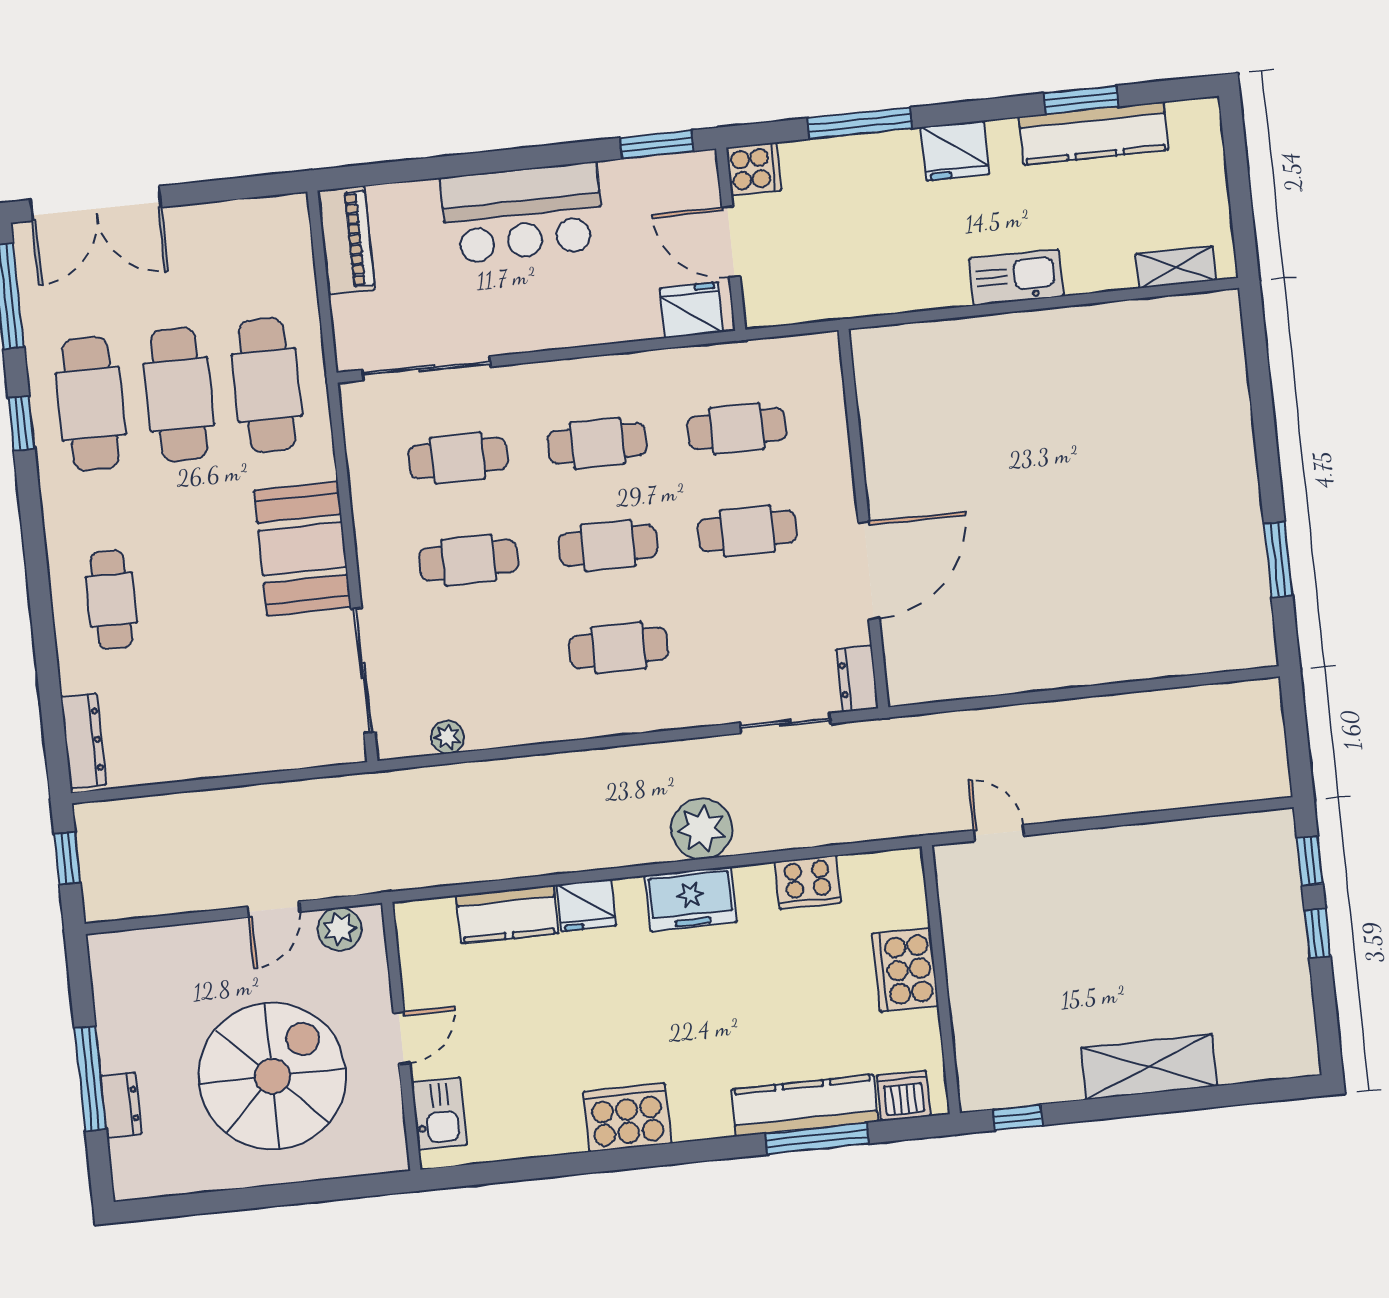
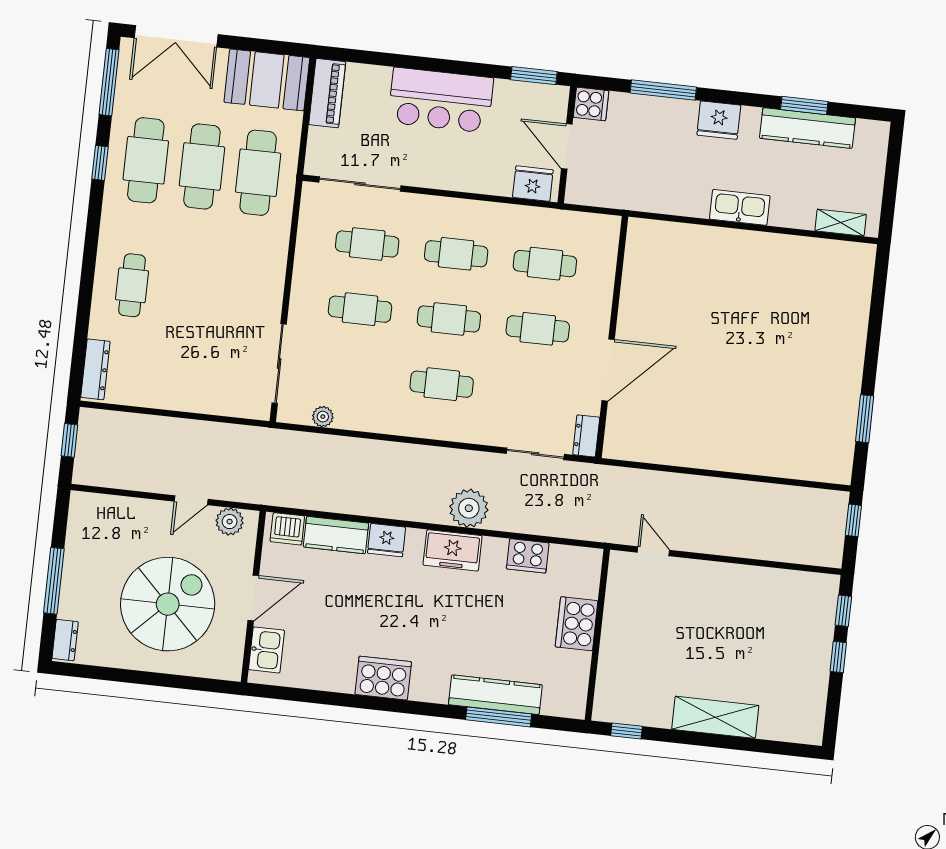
booth: (302, 549) -> (267, 80), moved, turned 90
window: (1295, 719) -> (853, 520), added
door: (401, 1038) -> (253, 598), width x1.38
dishwasher: (904, 1096) -> (287, 529), moved, turned 180
dresser: (121, 1105) -> (65, 640), moved

